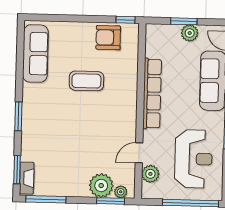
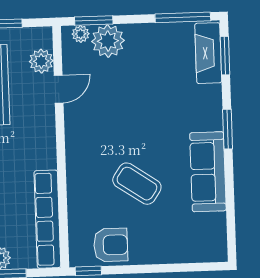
sofa: (35, 54) -> (208, 172), moved
coffee table: (86, 81) -> (137, 184), turned 34
row of seats: (152, 94) -> (47, 219), moved
fireplace: (27, 178) -> (208, 53), width x1.37, depth x1.32

